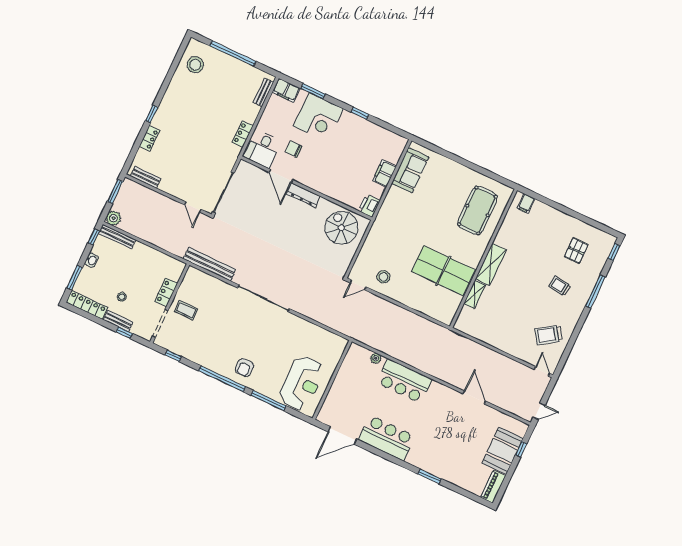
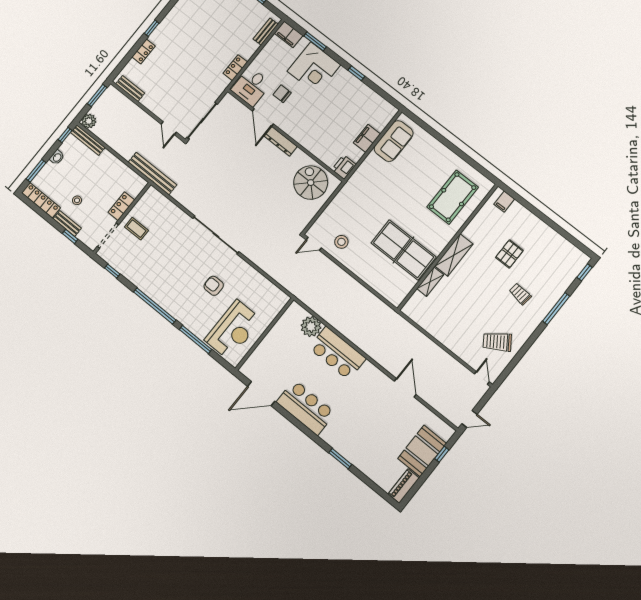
pallet: (576, 251) -> (509, 254), moved
bench: (209, 264) -> (152, 174), moved
plant: (376, 358) -> (311, 327), width x1.87, depth x1.87
armchair: (244, 368) -> (214, 286), moved, turned 90

